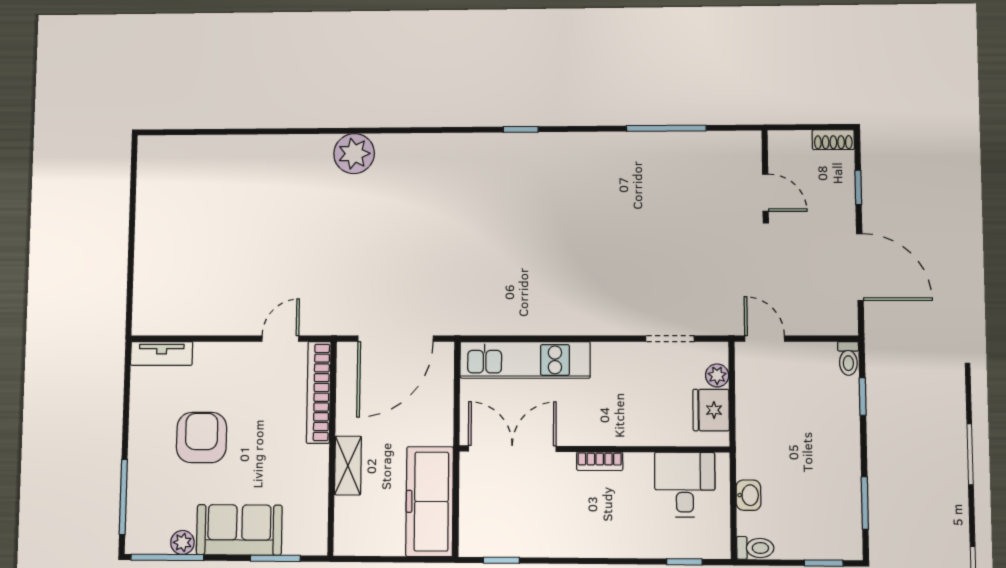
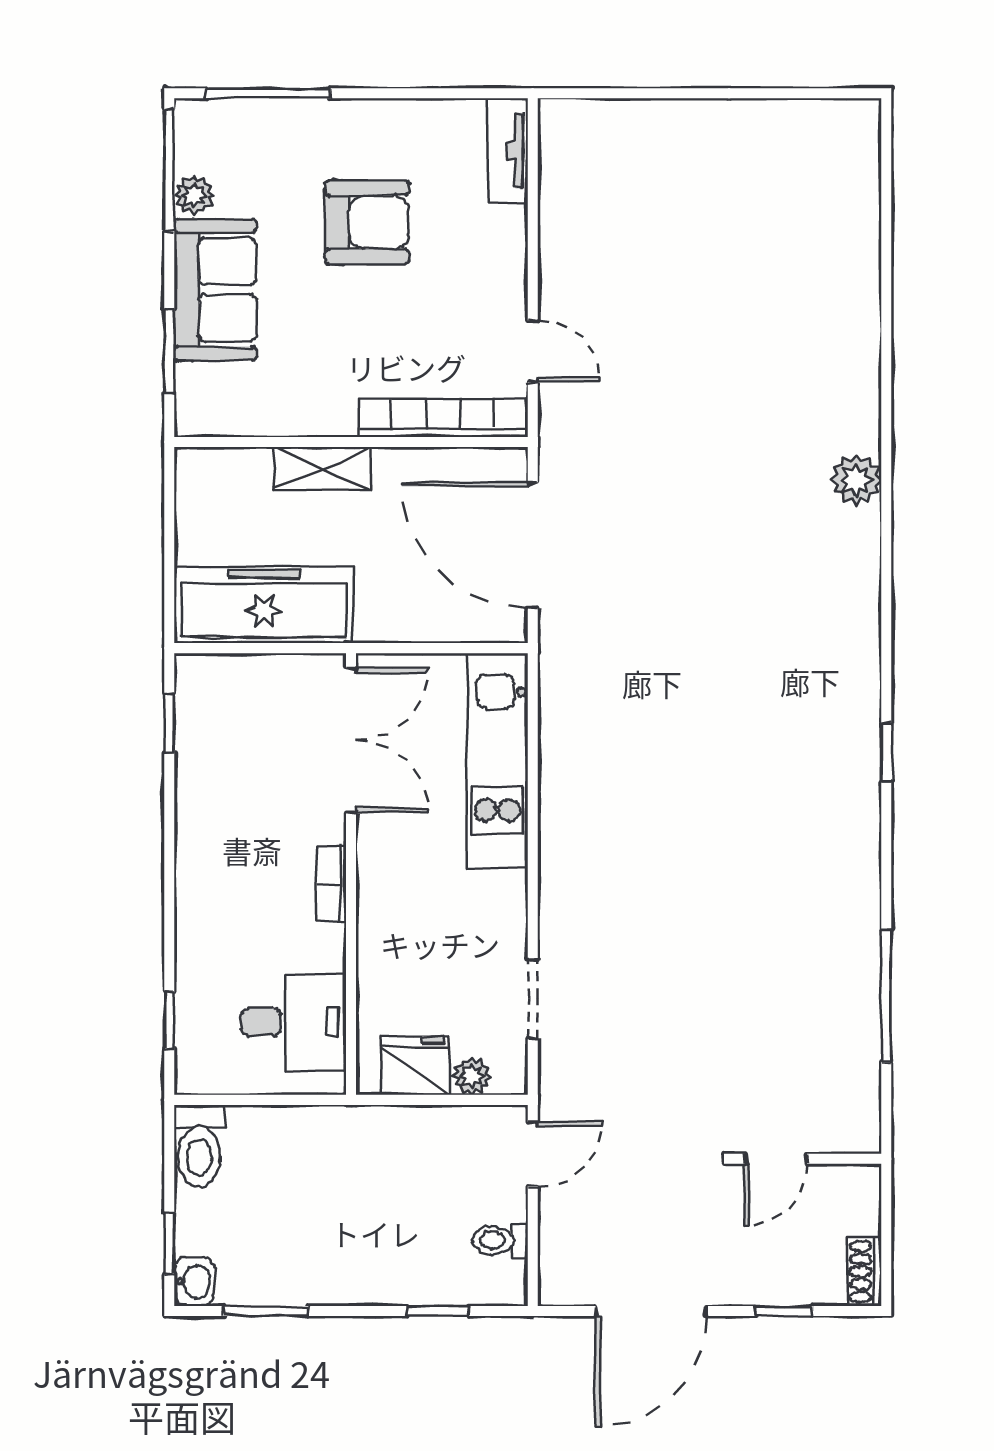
plant: (354, 154) -> (856, 480), width x0.73, depth x0.73
toilet: (848, 358) -> (500, 1240), moved
washbasin: (748, 495) -> (194, 1282), moved, turned -90
toilet: (755, 548) -> (199, 1146), width x1.37, depth x1.39

